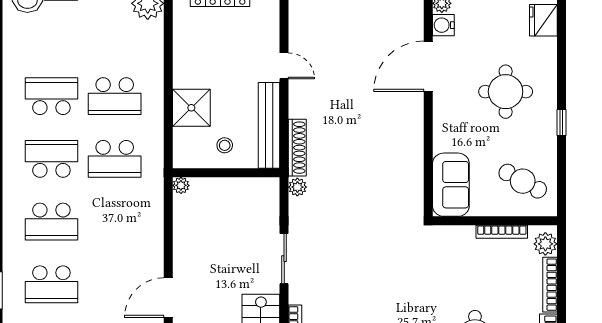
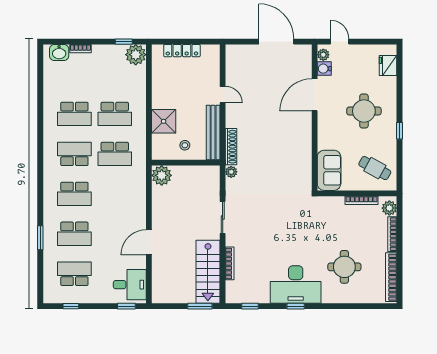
school desk: (51, 96) -> (74, 114), turned 180
plant: (181, 185) -> (162, 175), width x1.88, depth x1.88

